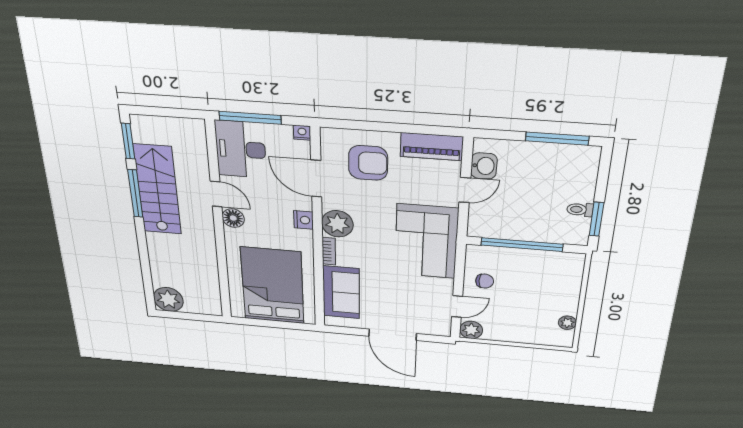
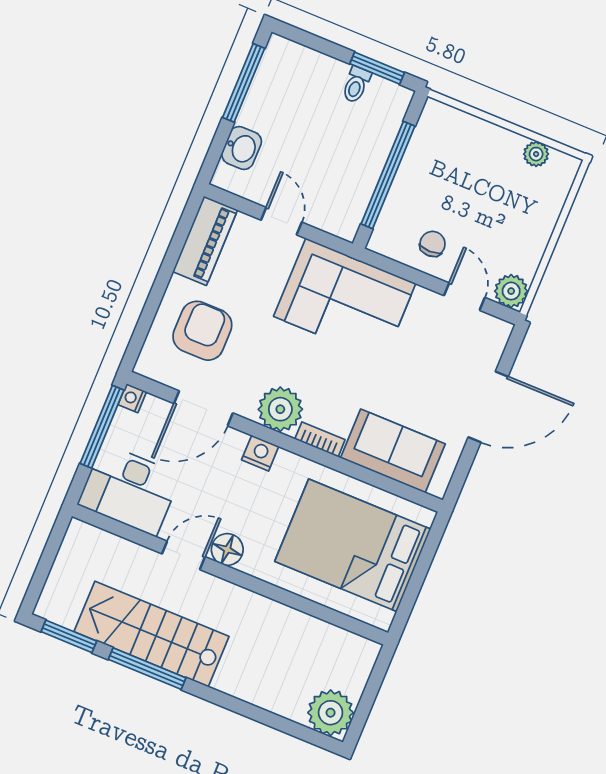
window: (250, 118) -> (102, 427), moved
washbasin: (484, 166) -> (242, 148), moved, turned 90

